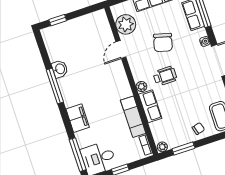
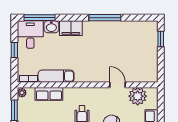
washbasin: (60, 69) -> (51, 27), moved
plant: (141, 87) -> (80, 92), removed
row of seats: (150, 106) -> (49, 94), moved

